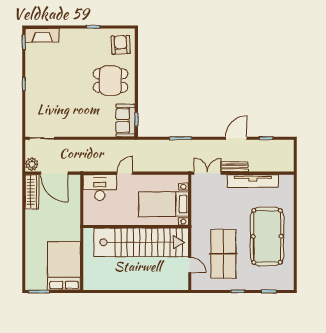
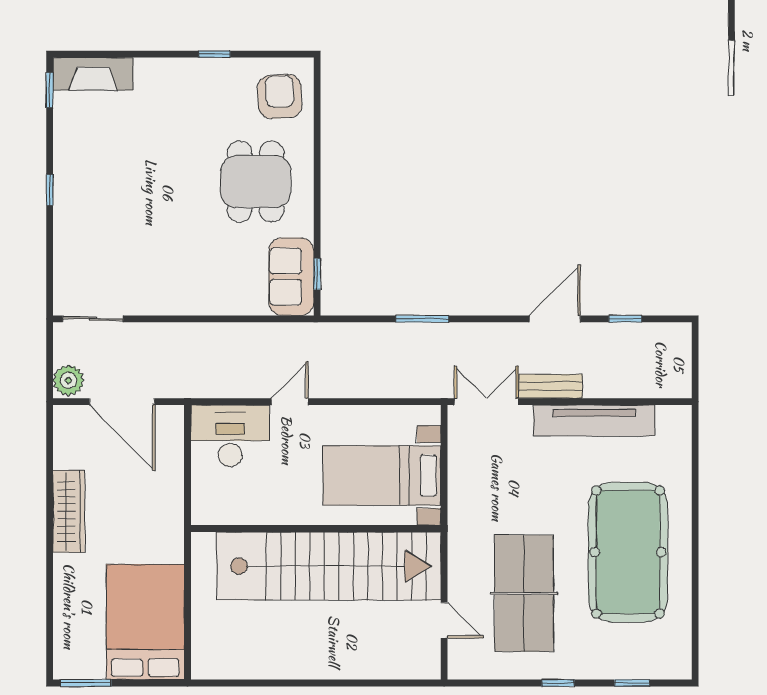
dining table: (110, 81) -> (256, 182), turned 90
wardrobe: (32, 192) -> (69, 511), moved

